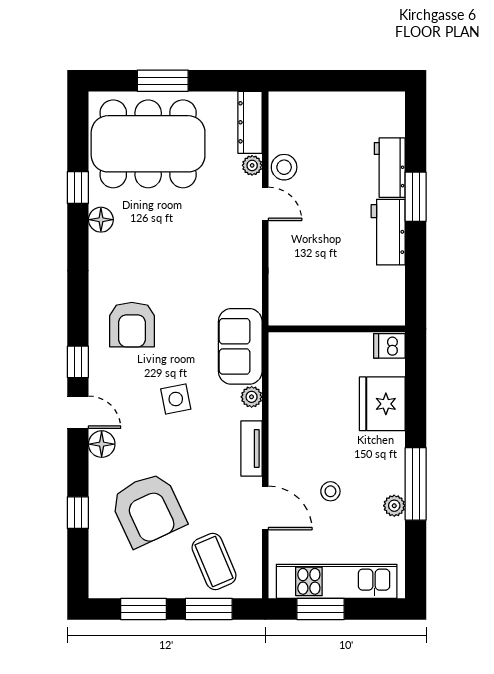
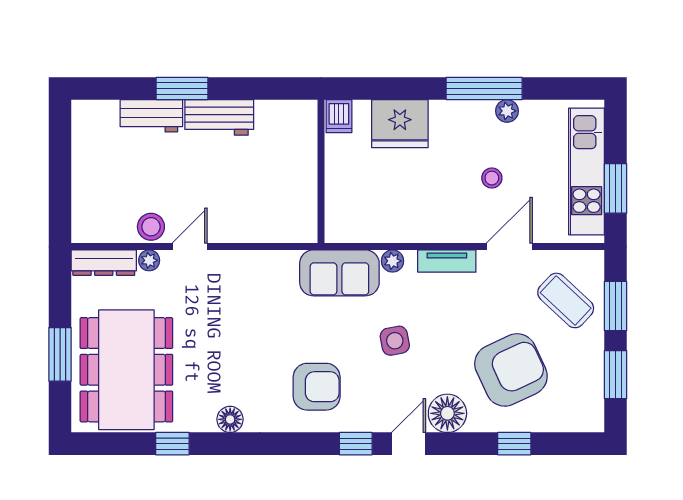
floor lamp: (101, 220) -> (230, 419), moved
floor lamp: (102, 444) -> (447, 413), width x1.38, depth x1.38
coffee table: (214, 561) -> (566, 300), turned 66

